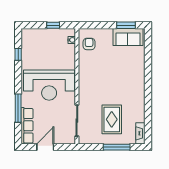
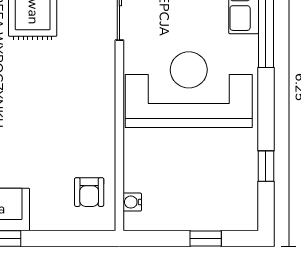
window: (53, 25) -> (206, 239), moved

